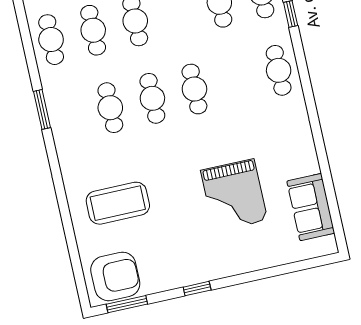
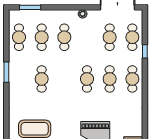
cafe table: (152, 98) -> (110, 79), moved

